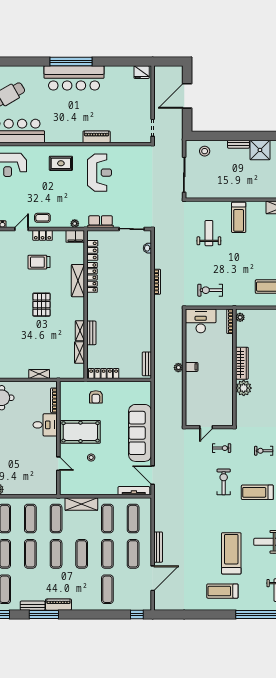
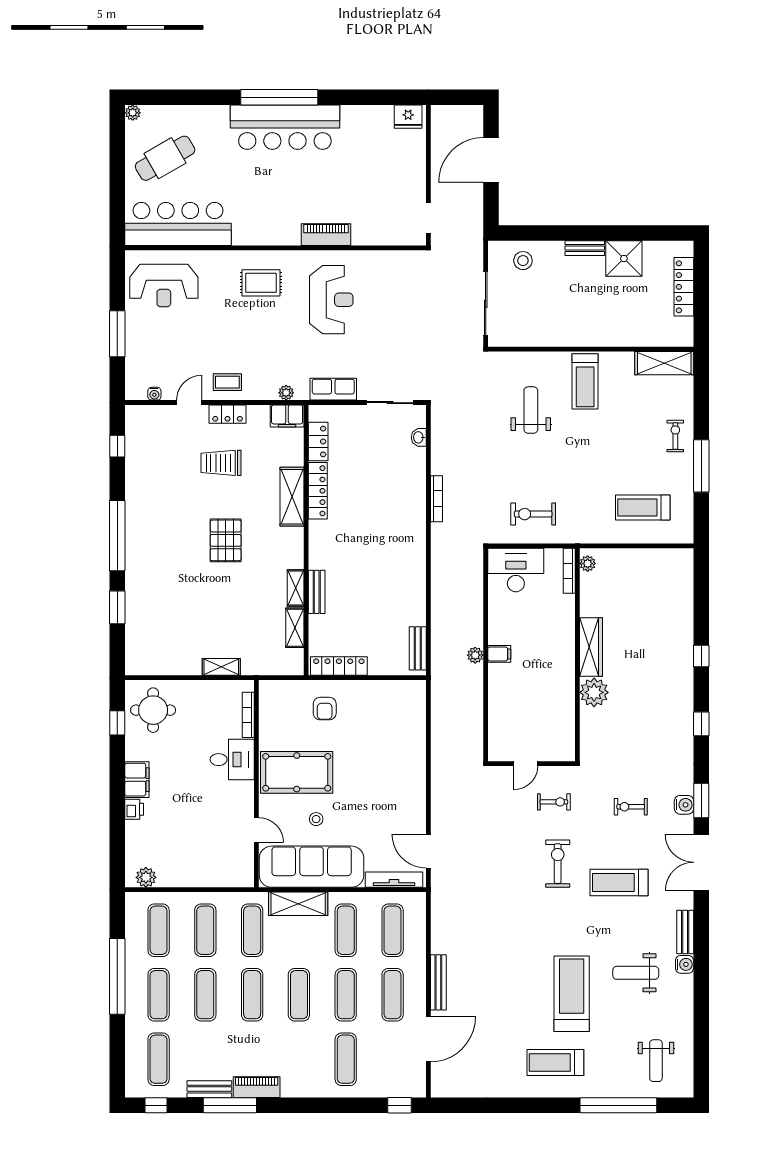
sofa: (140, 433) -> (312, 867), moved, turned 90

